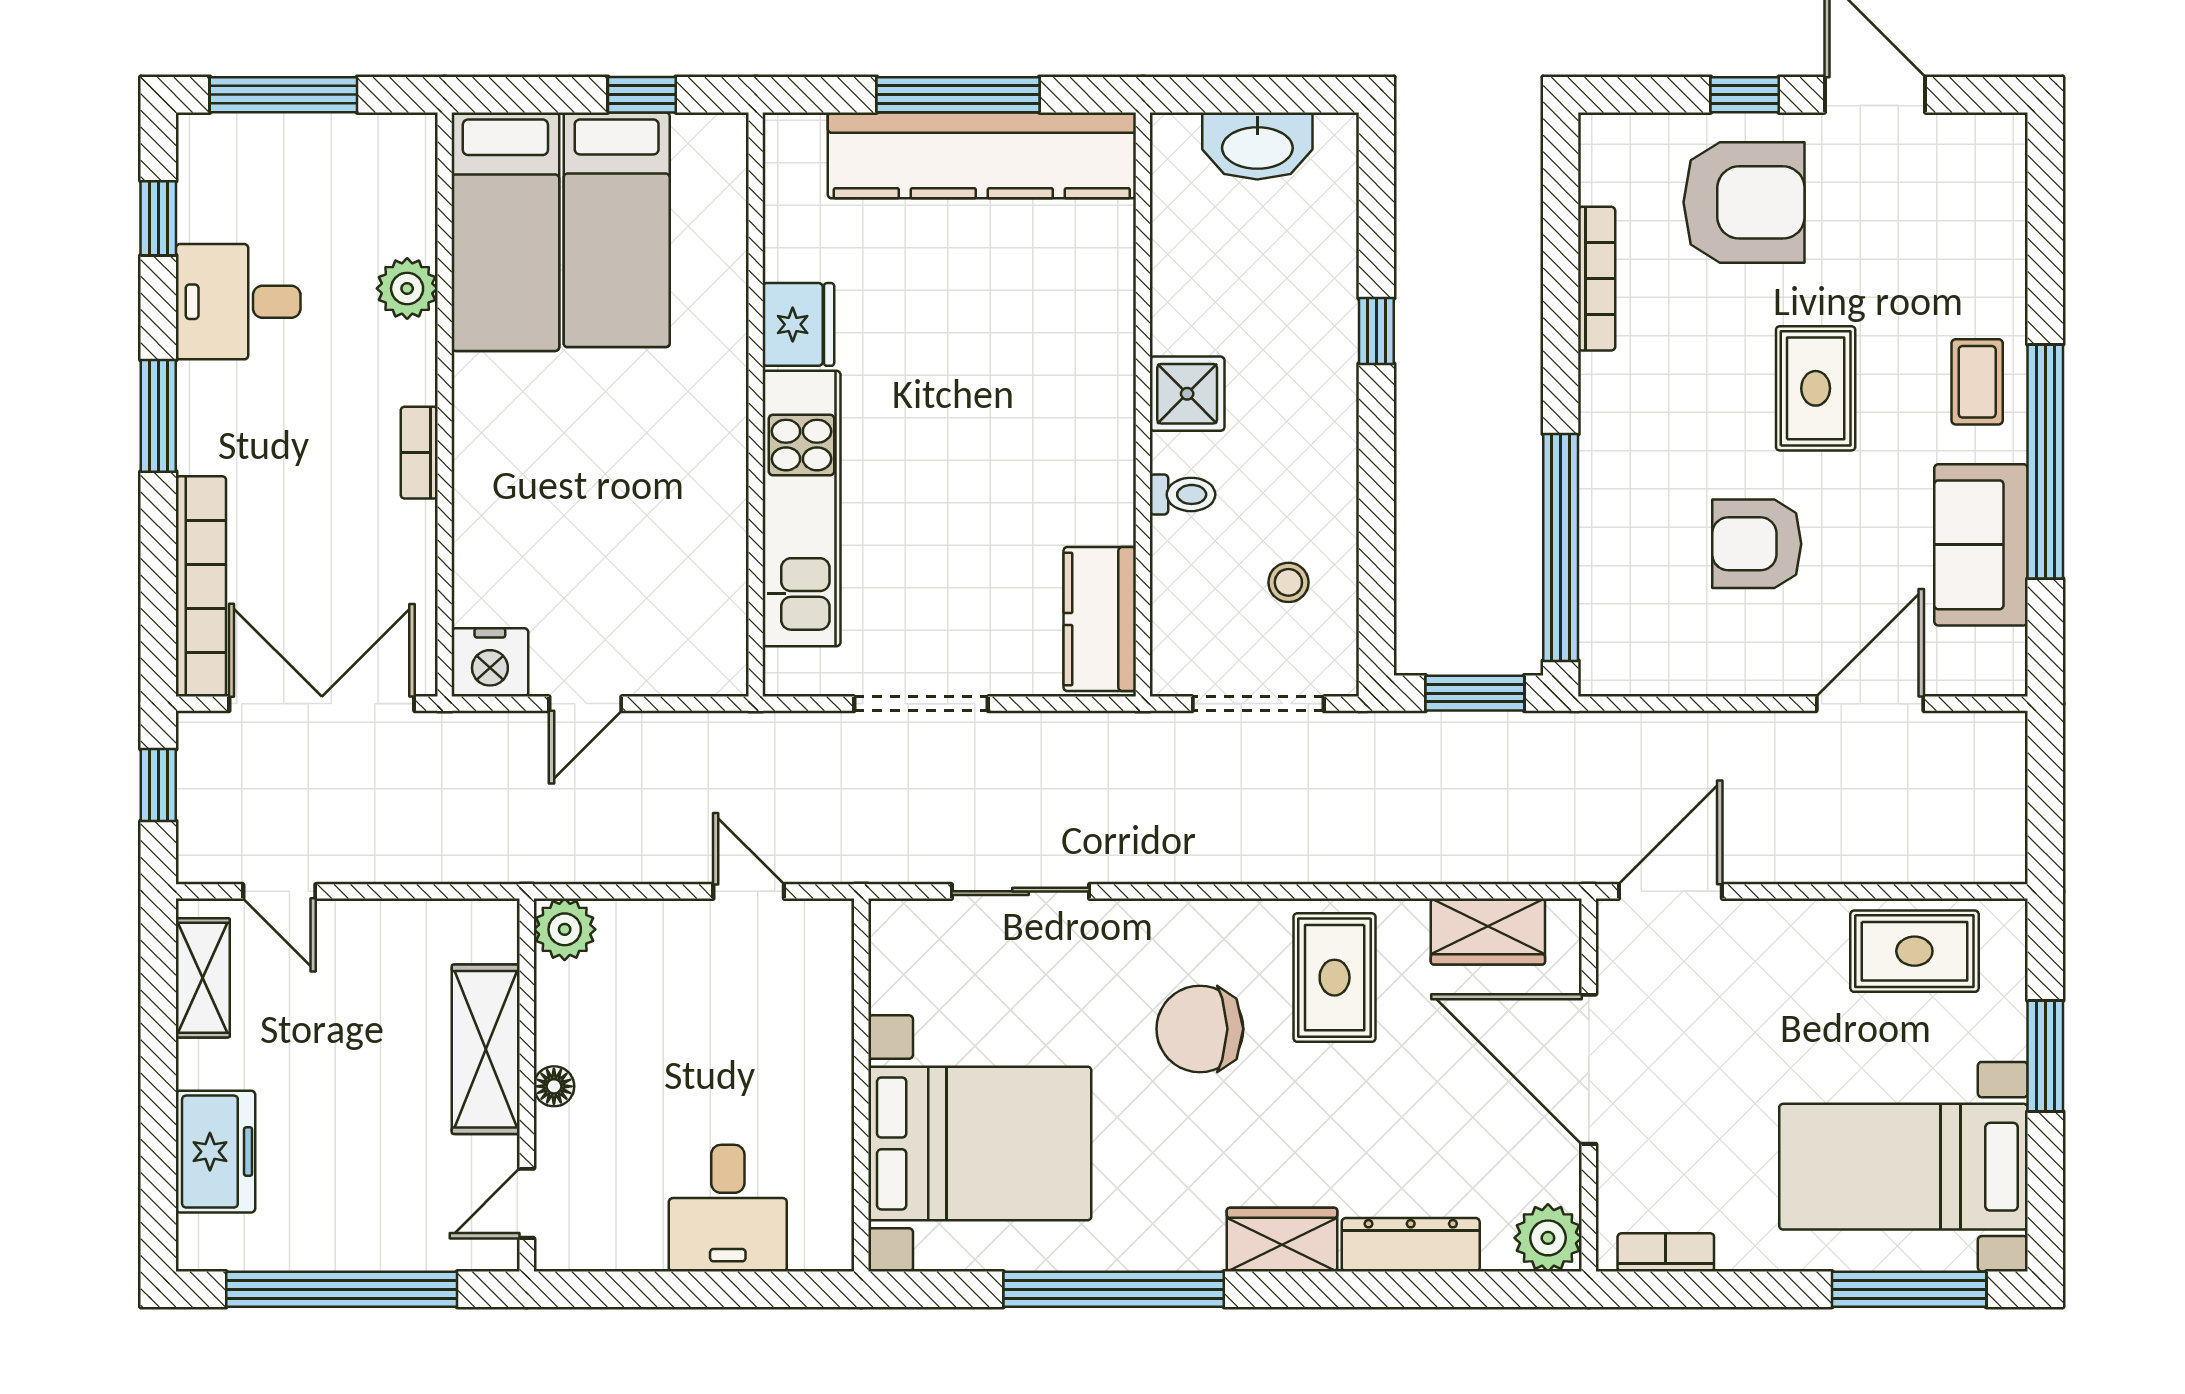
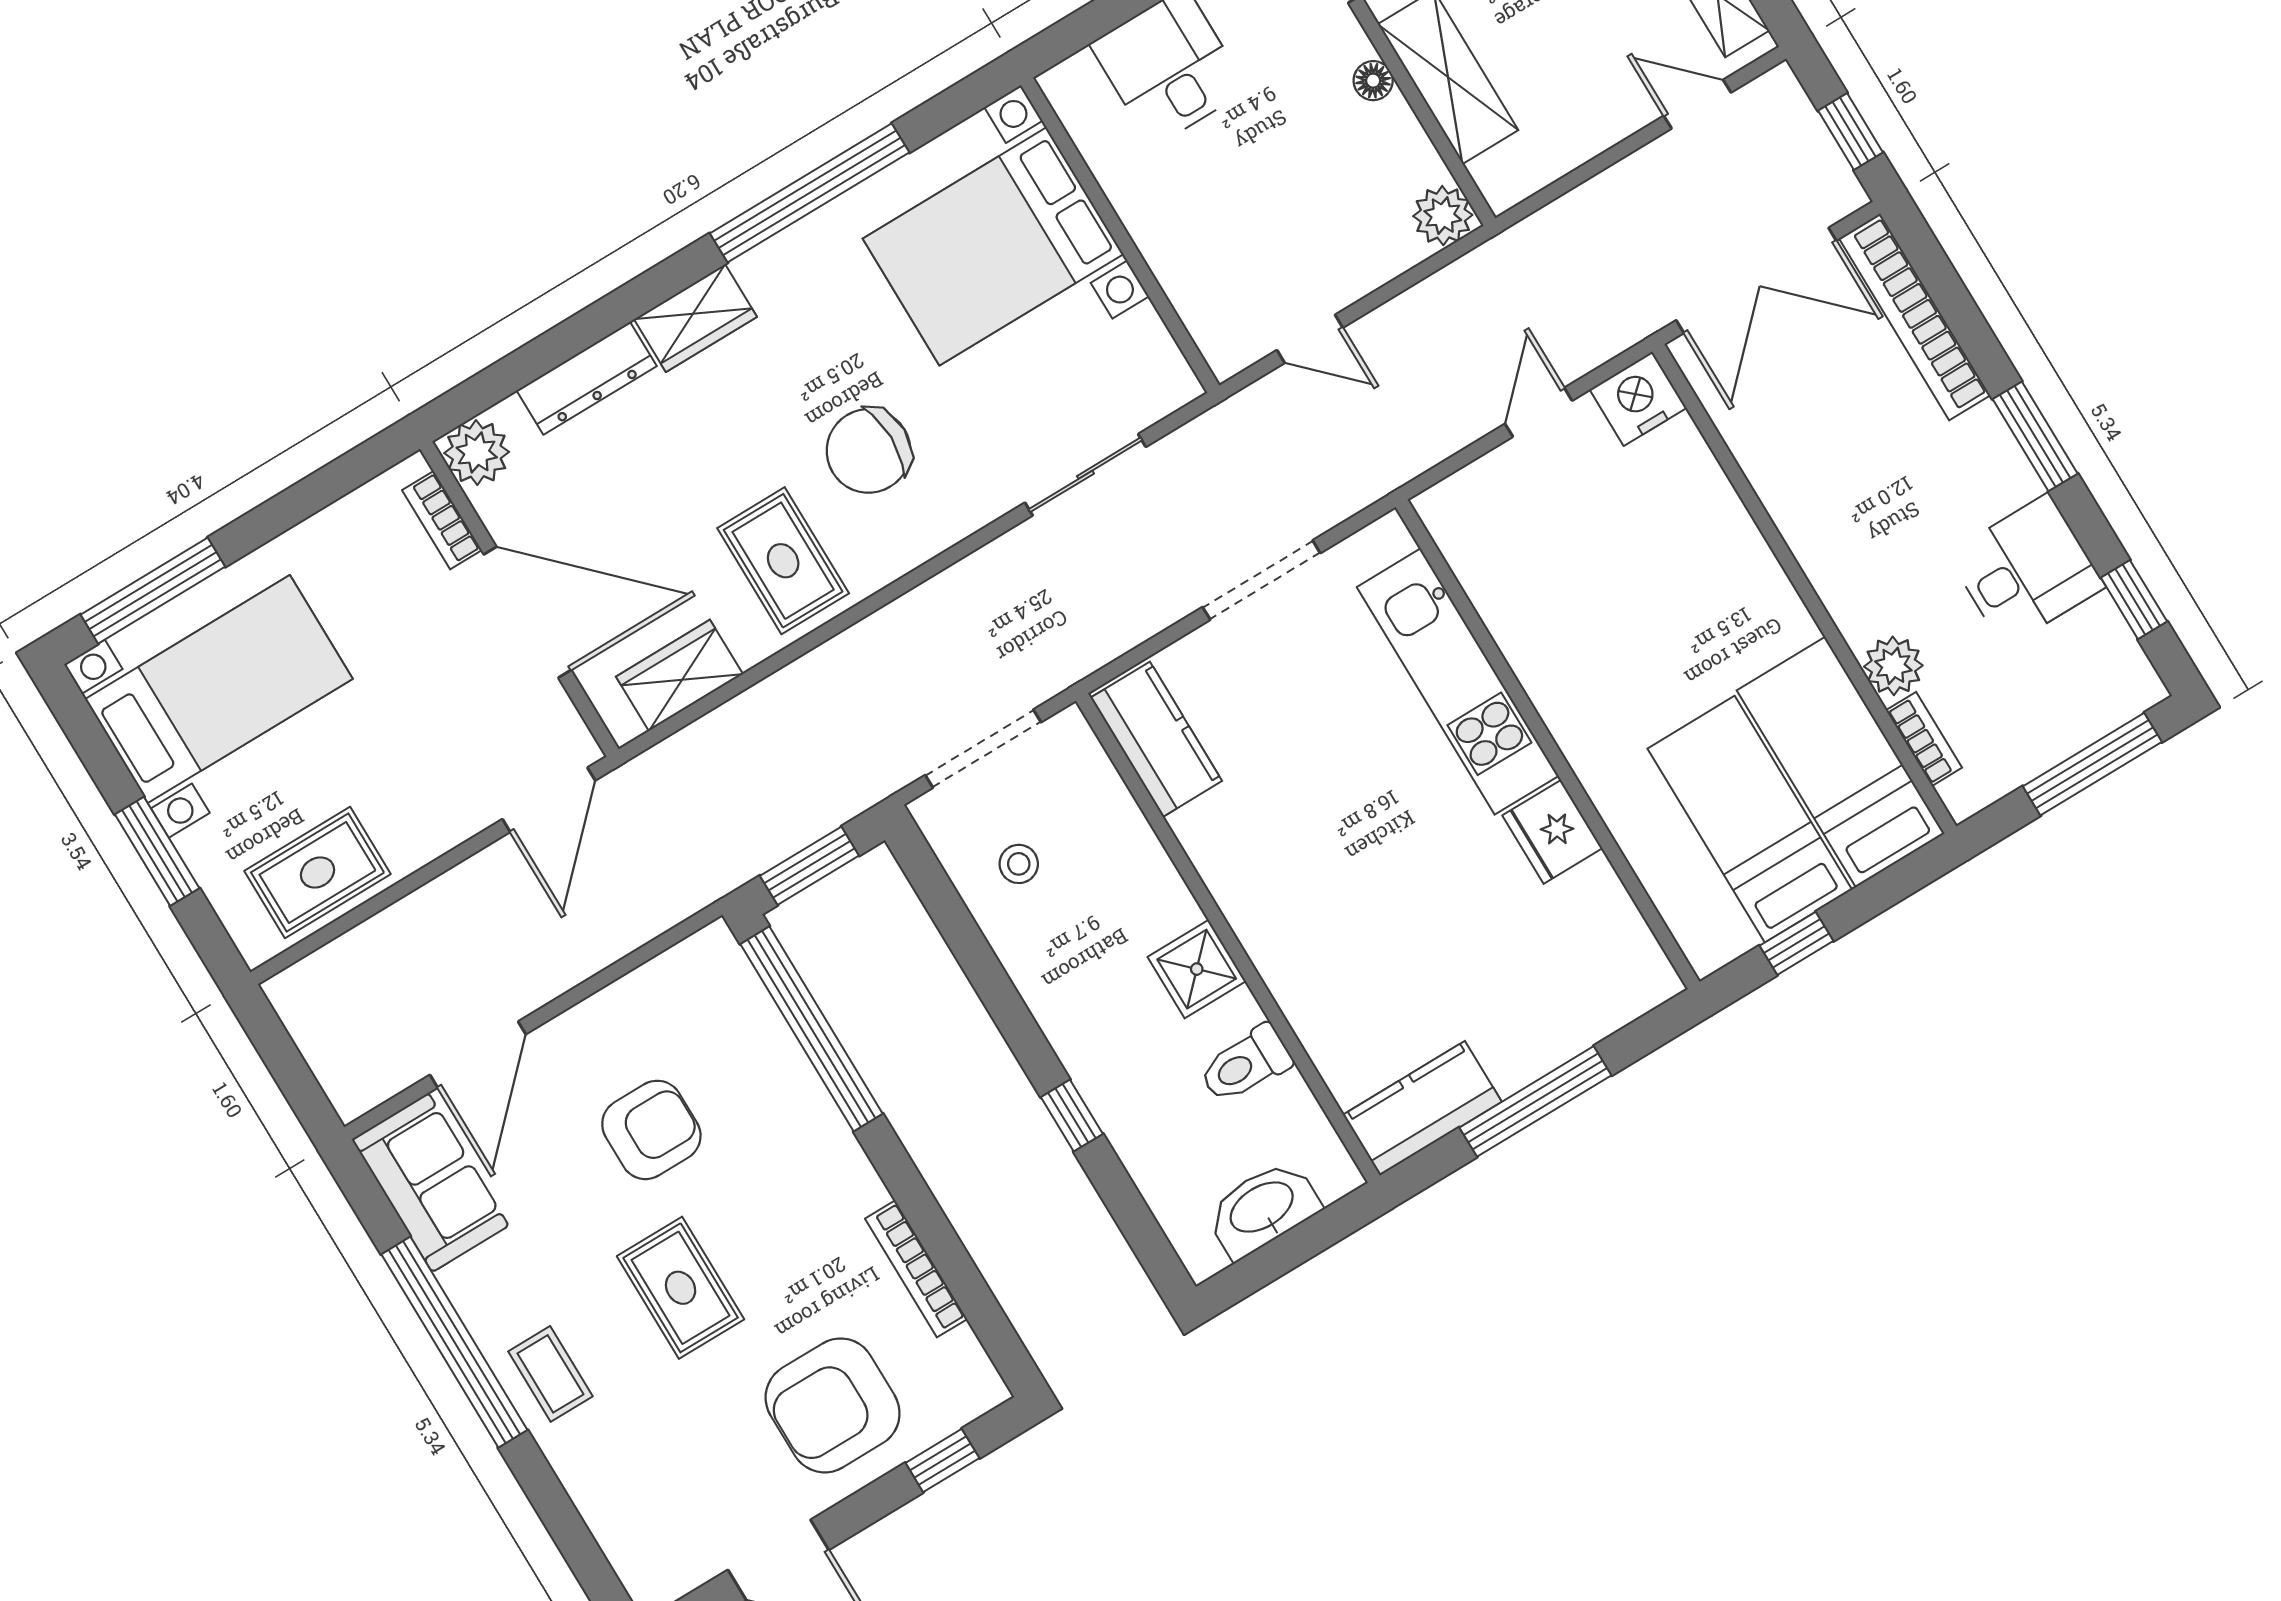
window: (1745, 95) -> (942, 1461), moved
kitchen counter: (982, 155) -> (1422, 1108), width x0.48, depth x0.86
bookcase: (419, 453) -> (1924, 739), moved
toilet: (1183, 494) -> (1245, 1064), moved, width x1.37, depth x1.39
sofa: (1981, 545) -> (430, 1182), moved
chair: (1200, 1029) -> (869, 451), turned 180
bookcase: (1666, 1252) -> (442, 520), moved, turned 90

